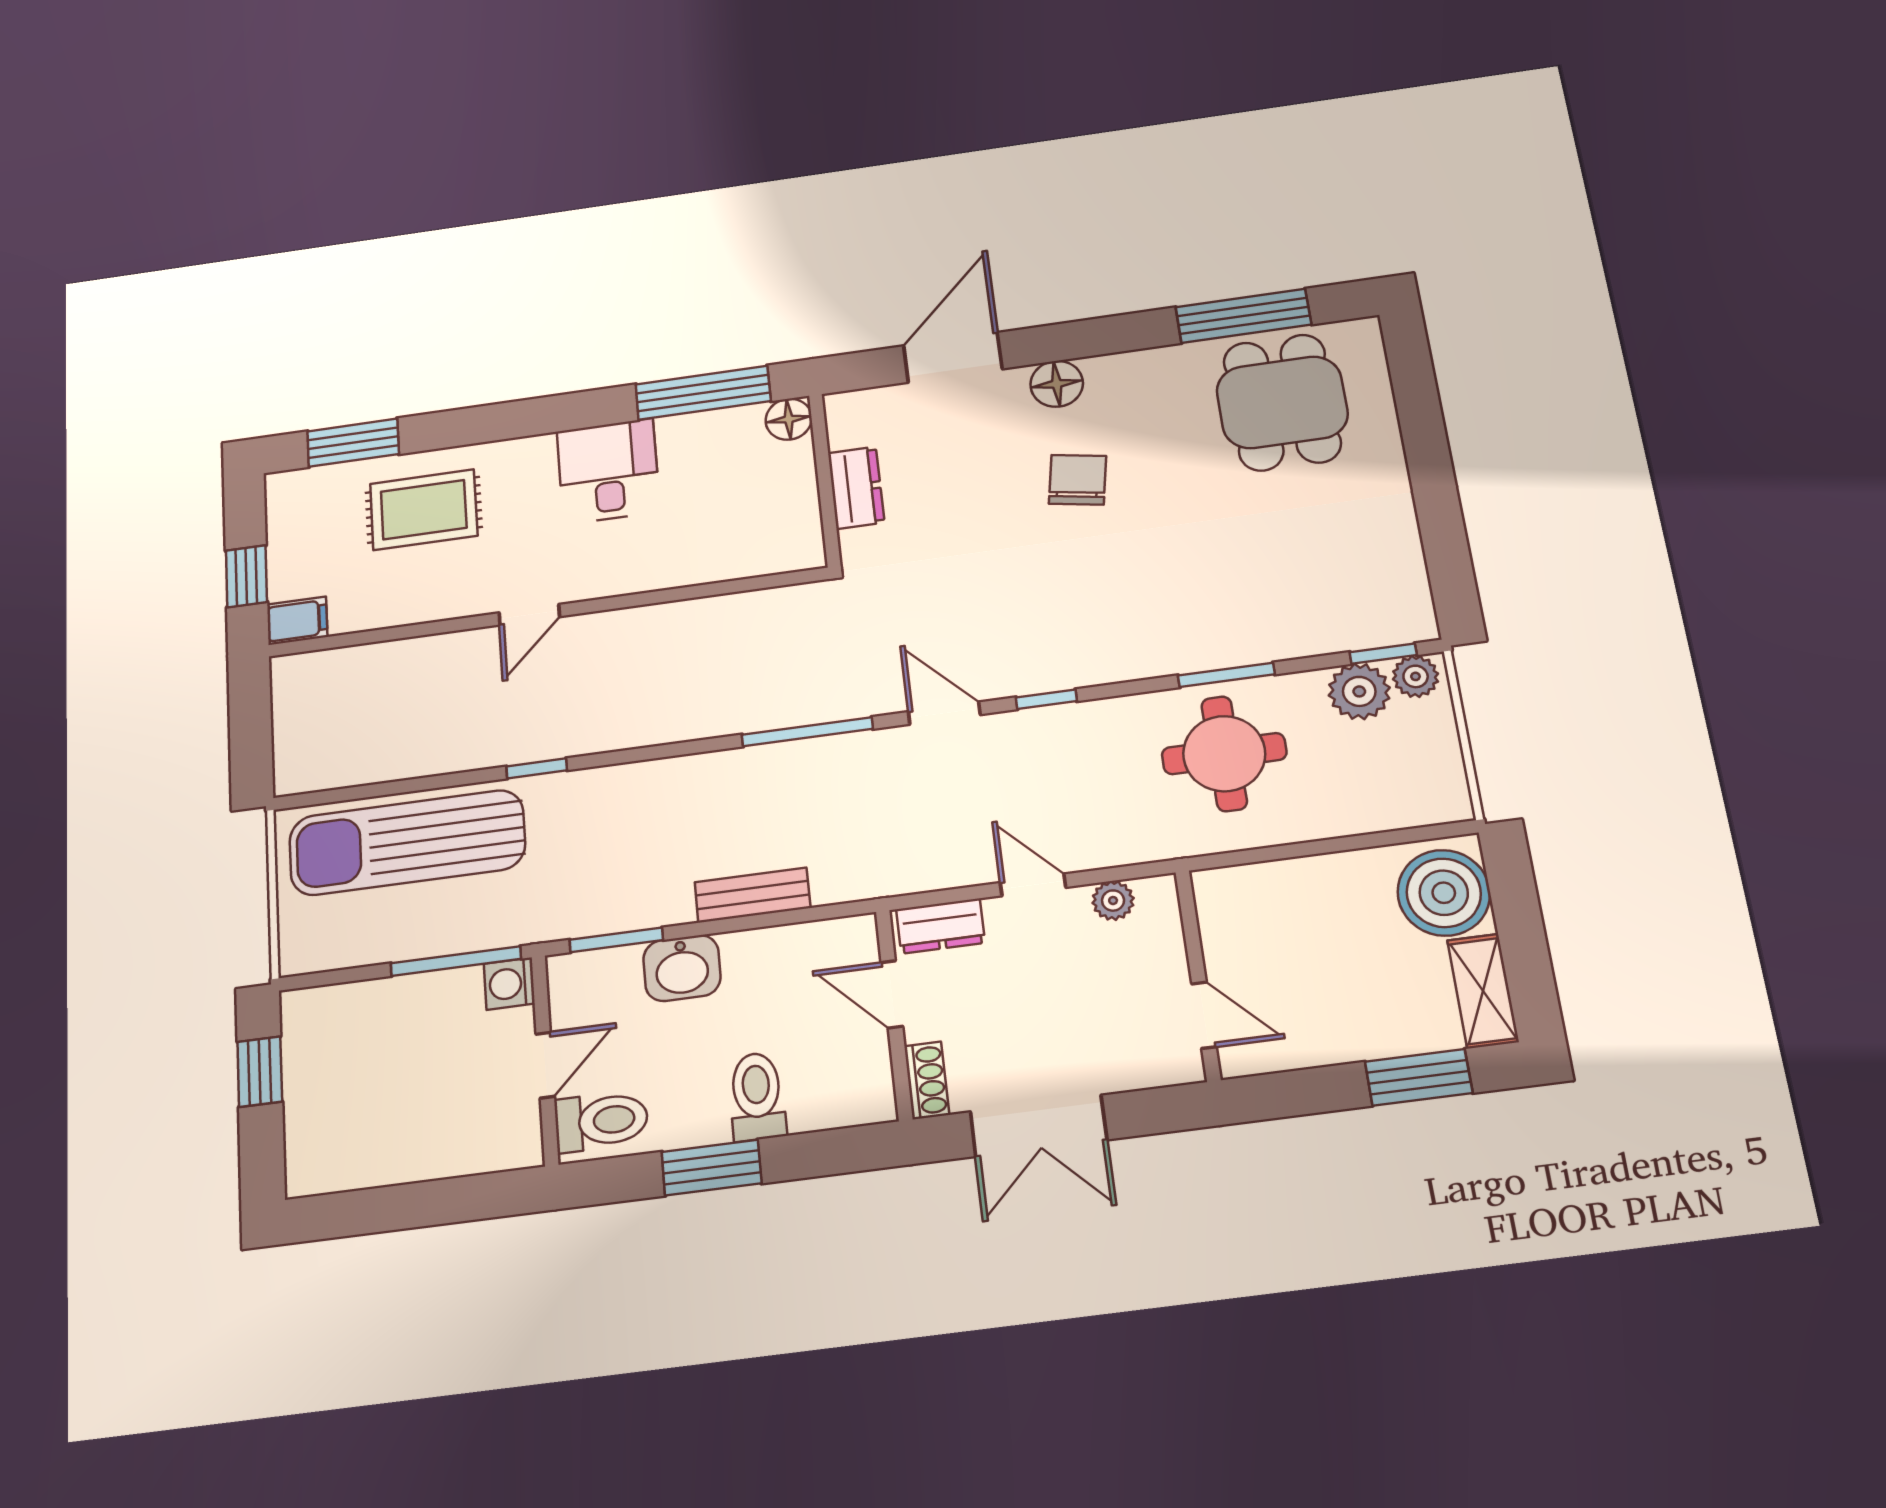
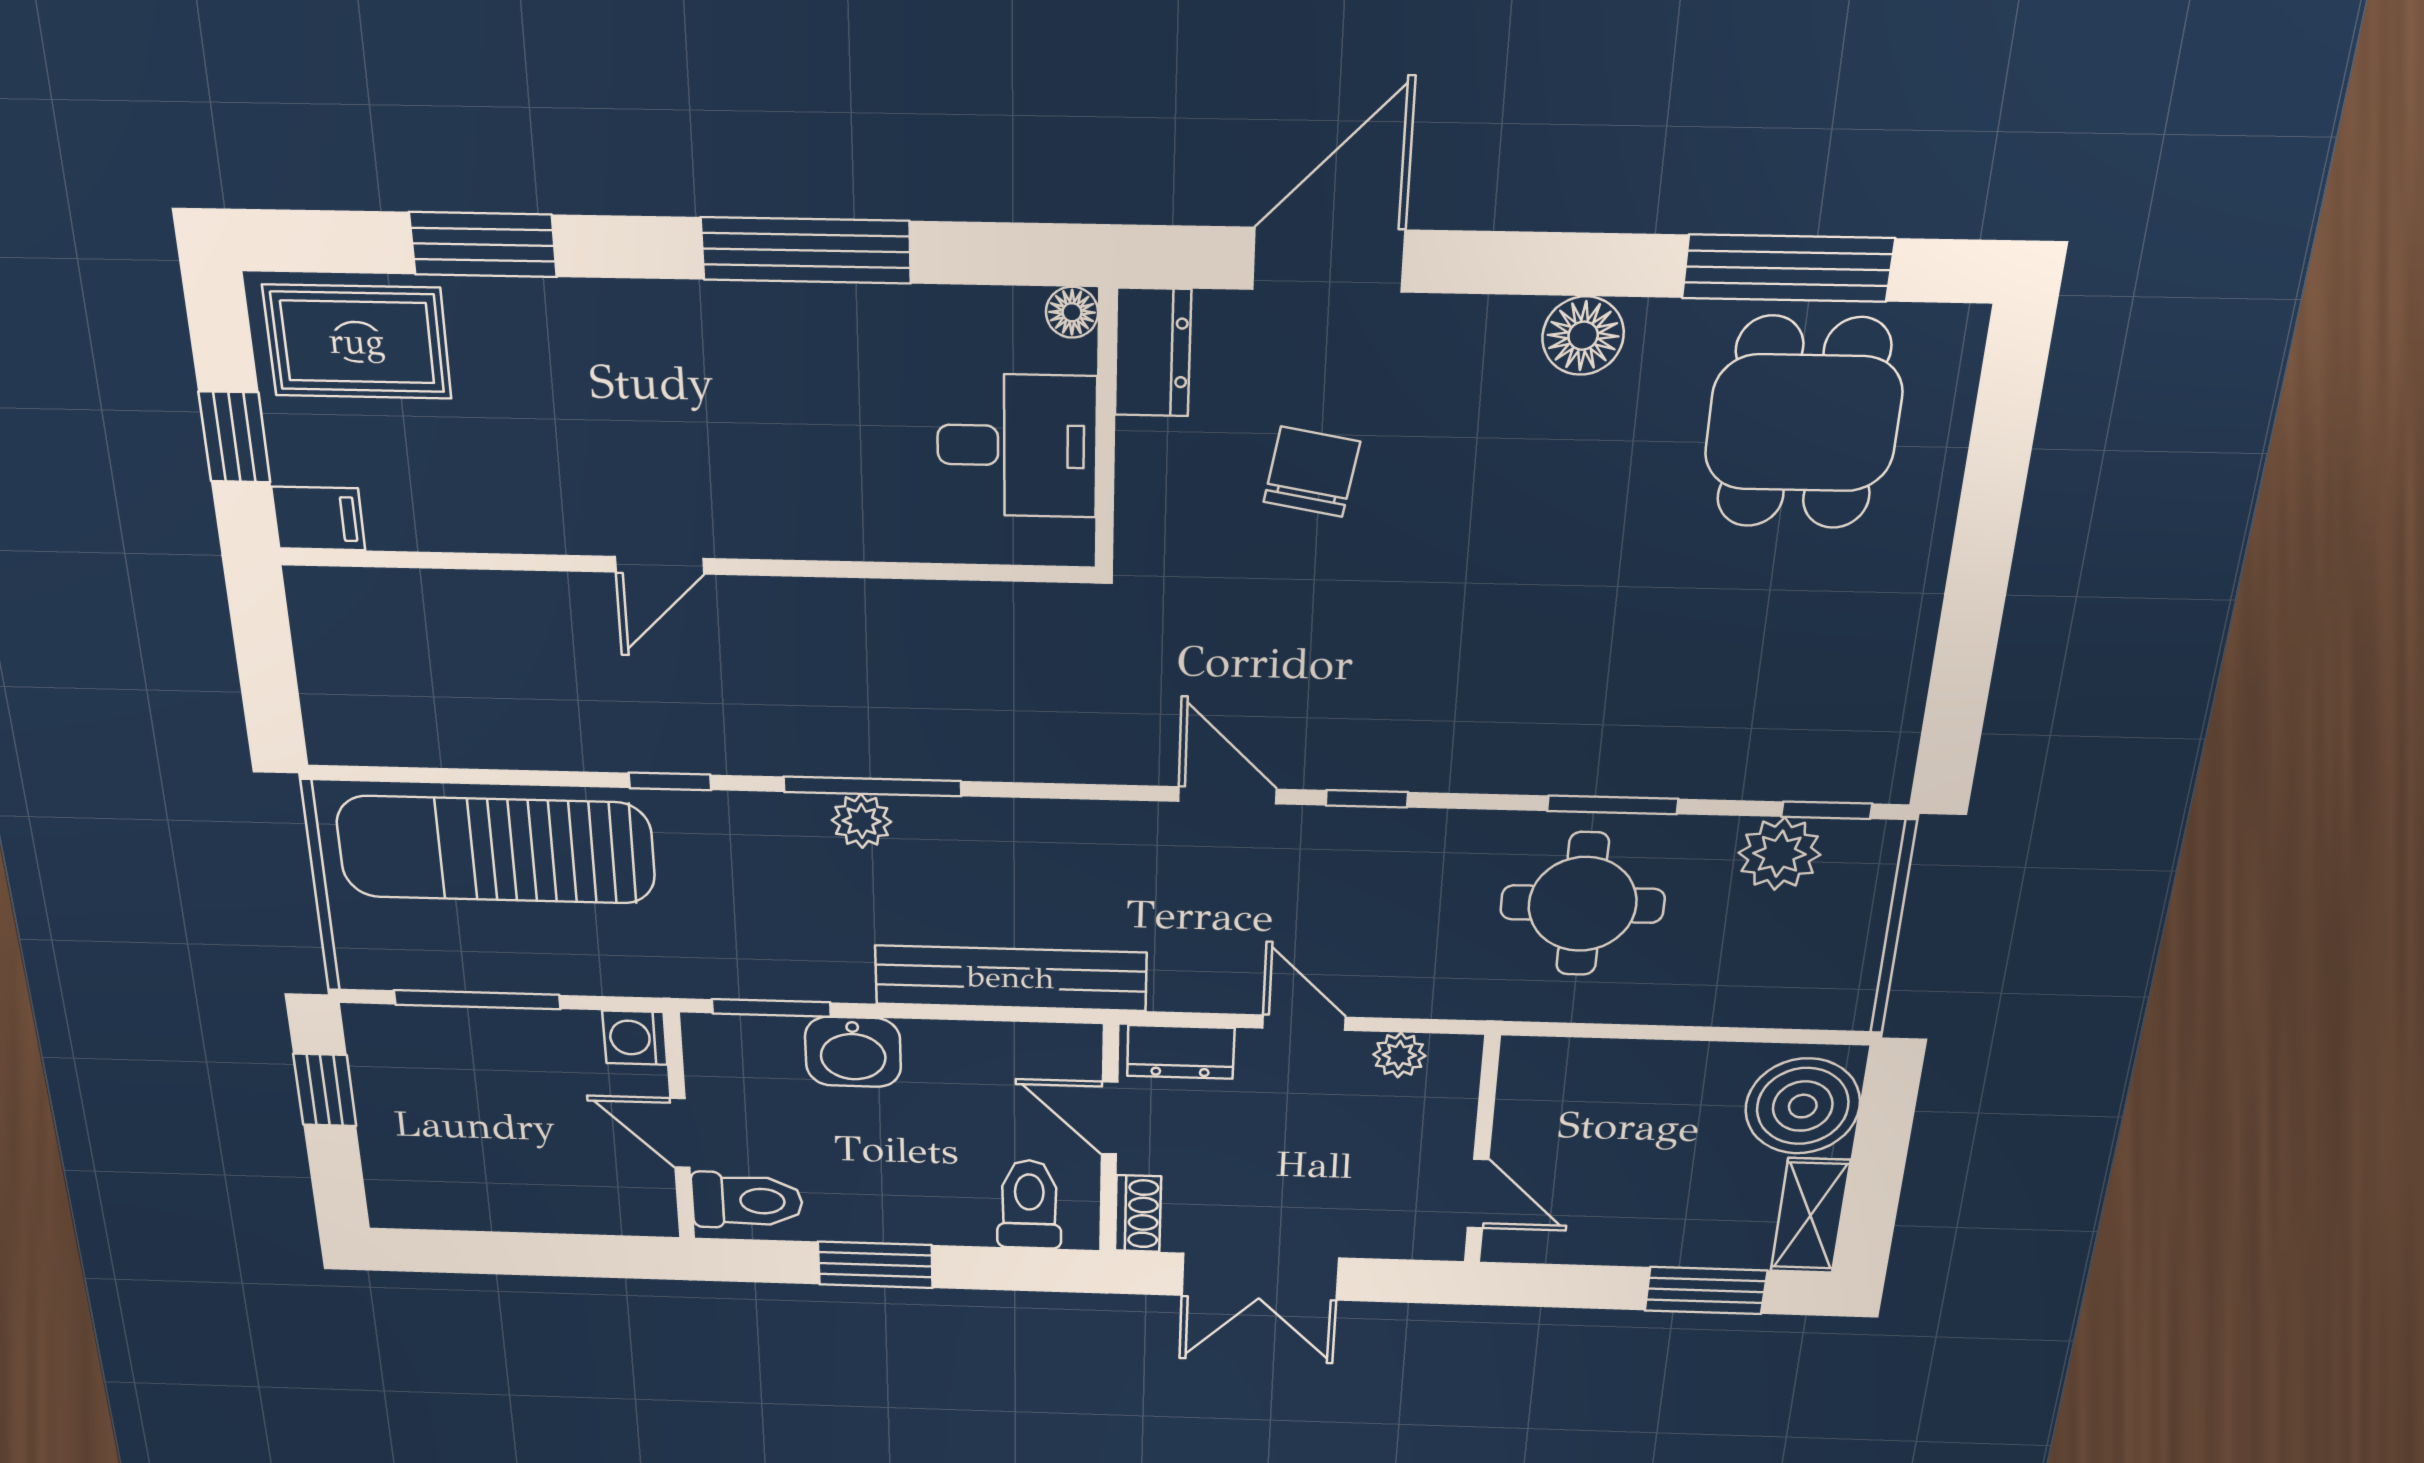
floor lamp: (1057, 384) -> (1583, 336), moved
window: (703, 393) -> (806, 250), moved
floor lamp: (789, 419) -> (1072, 312), width x0.73, depth x0.73
window: (353, 443) -> (483, 245), moved
desk: (608, 471) -> (1017, 446), moved, turned 90
chair: (1077, 480) -> (1312, 472), moved
dresser: (856, 488) -> (1153, 352), moved
rug: (424, 510) -> (357, 342), moved
plant: (1416, 676) -> (862, 821), moved
window: (807, 732) -> (872, 786), moved
bench: (752, 895) -> (1011, 978), width x1.86, depth x1.21
window: (456, 961) -> (477, 1000), moved
door: (545, 1065) -> (680, 1133), swing flipped
toilet: (757, 1096) -> (1029, 1204), moved

